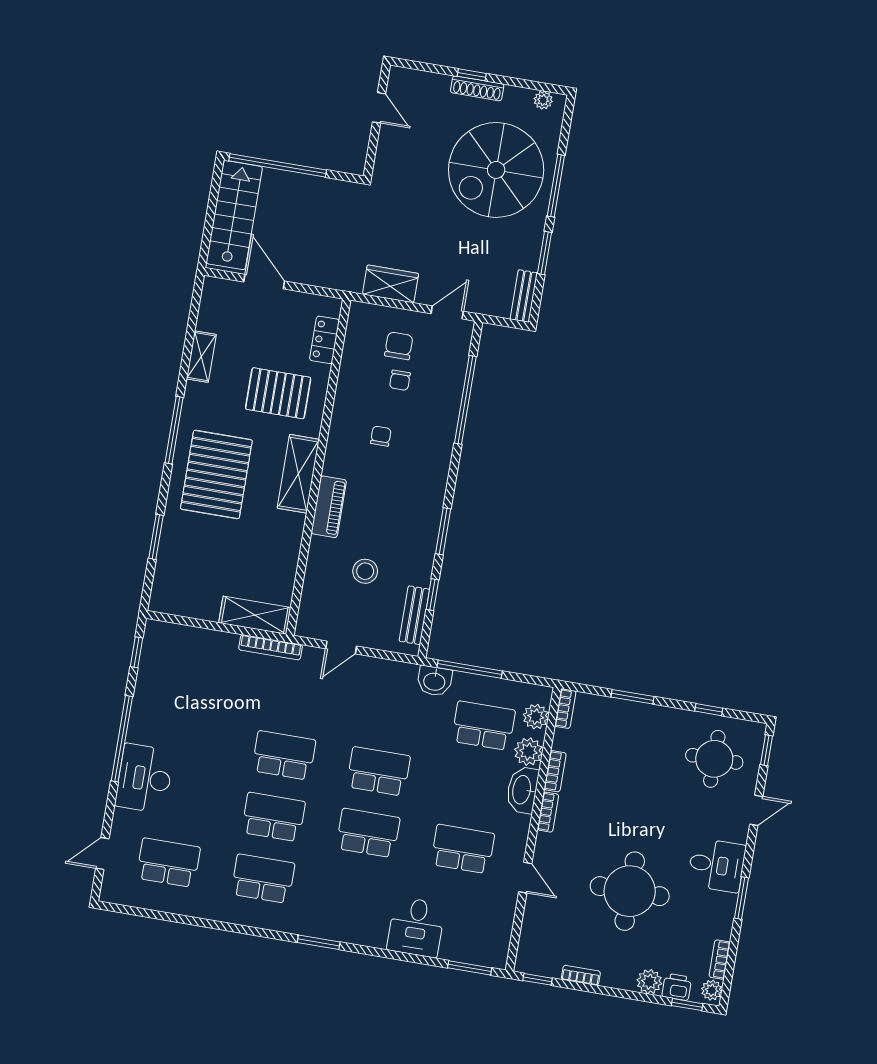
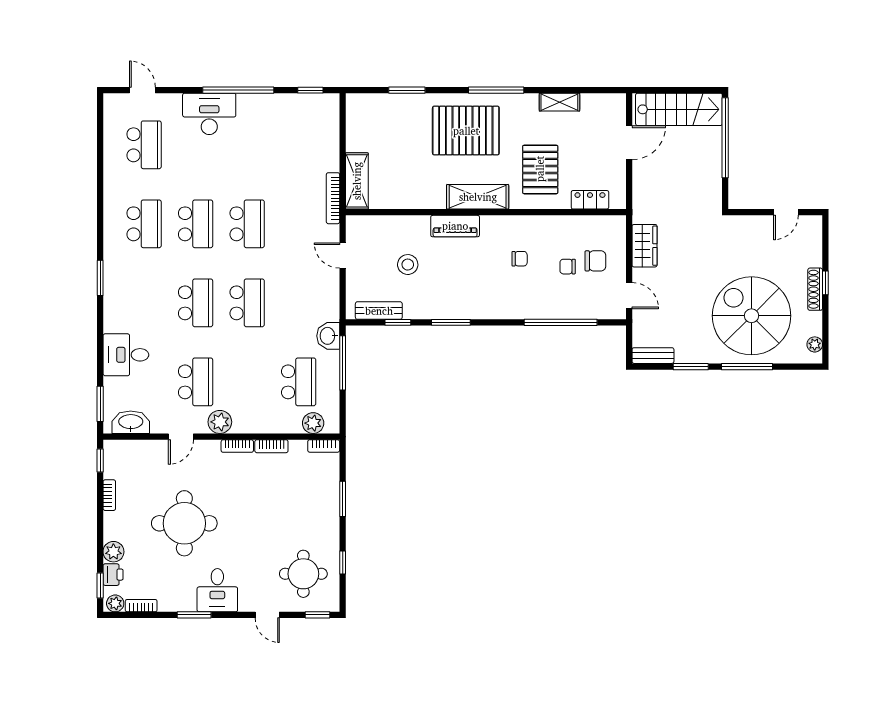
plant: (528, 752) -> (220, 422), moved
washbasin: (522, 790) -> (131, 422), moved

